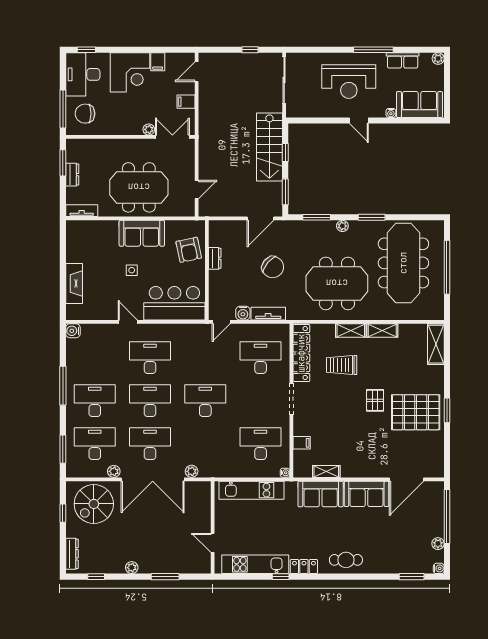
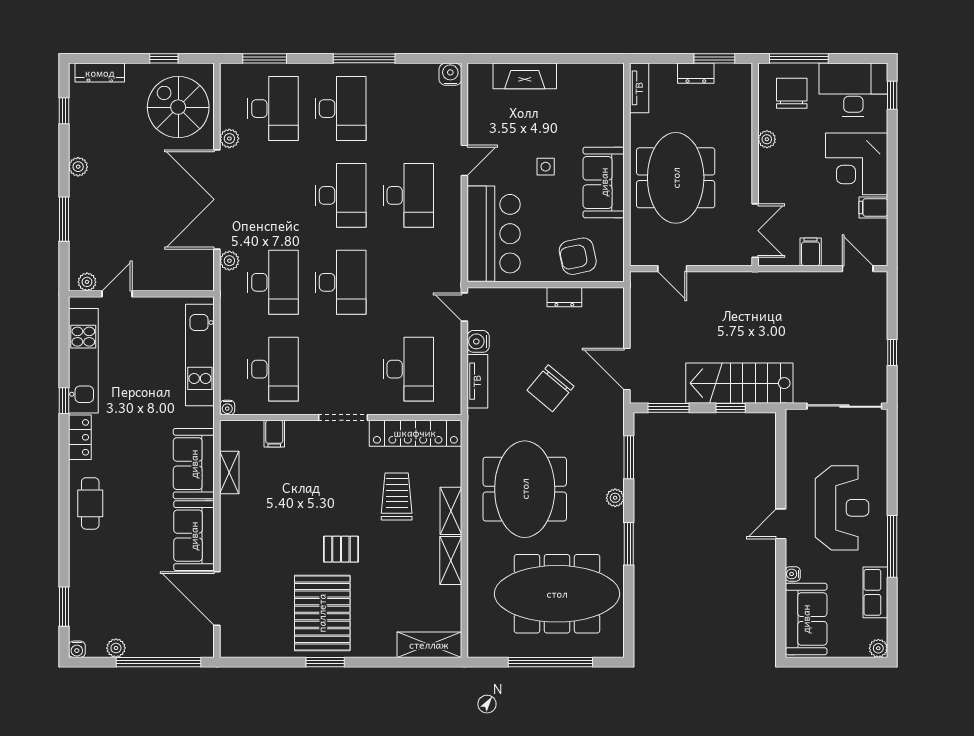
reception desk: (349, 82) -> (842, 508), turned 180
plant: (149, 129) -> (767, 139), moved
desk: (150, 444) -> (273, 282), moved
plant: (205, 562) -> (87, 282), added

